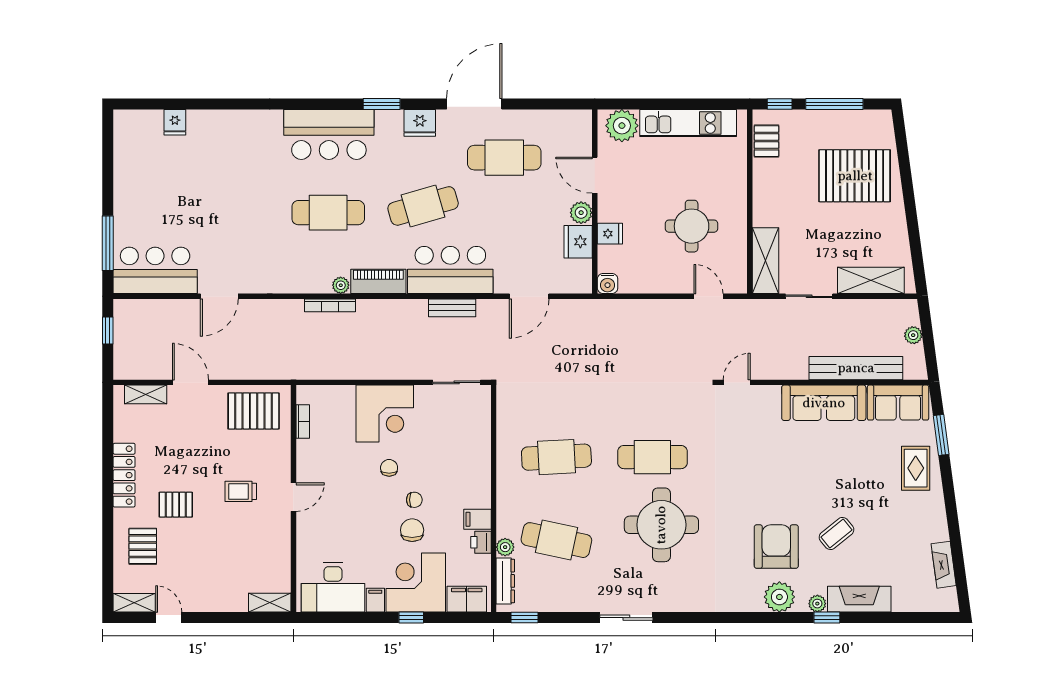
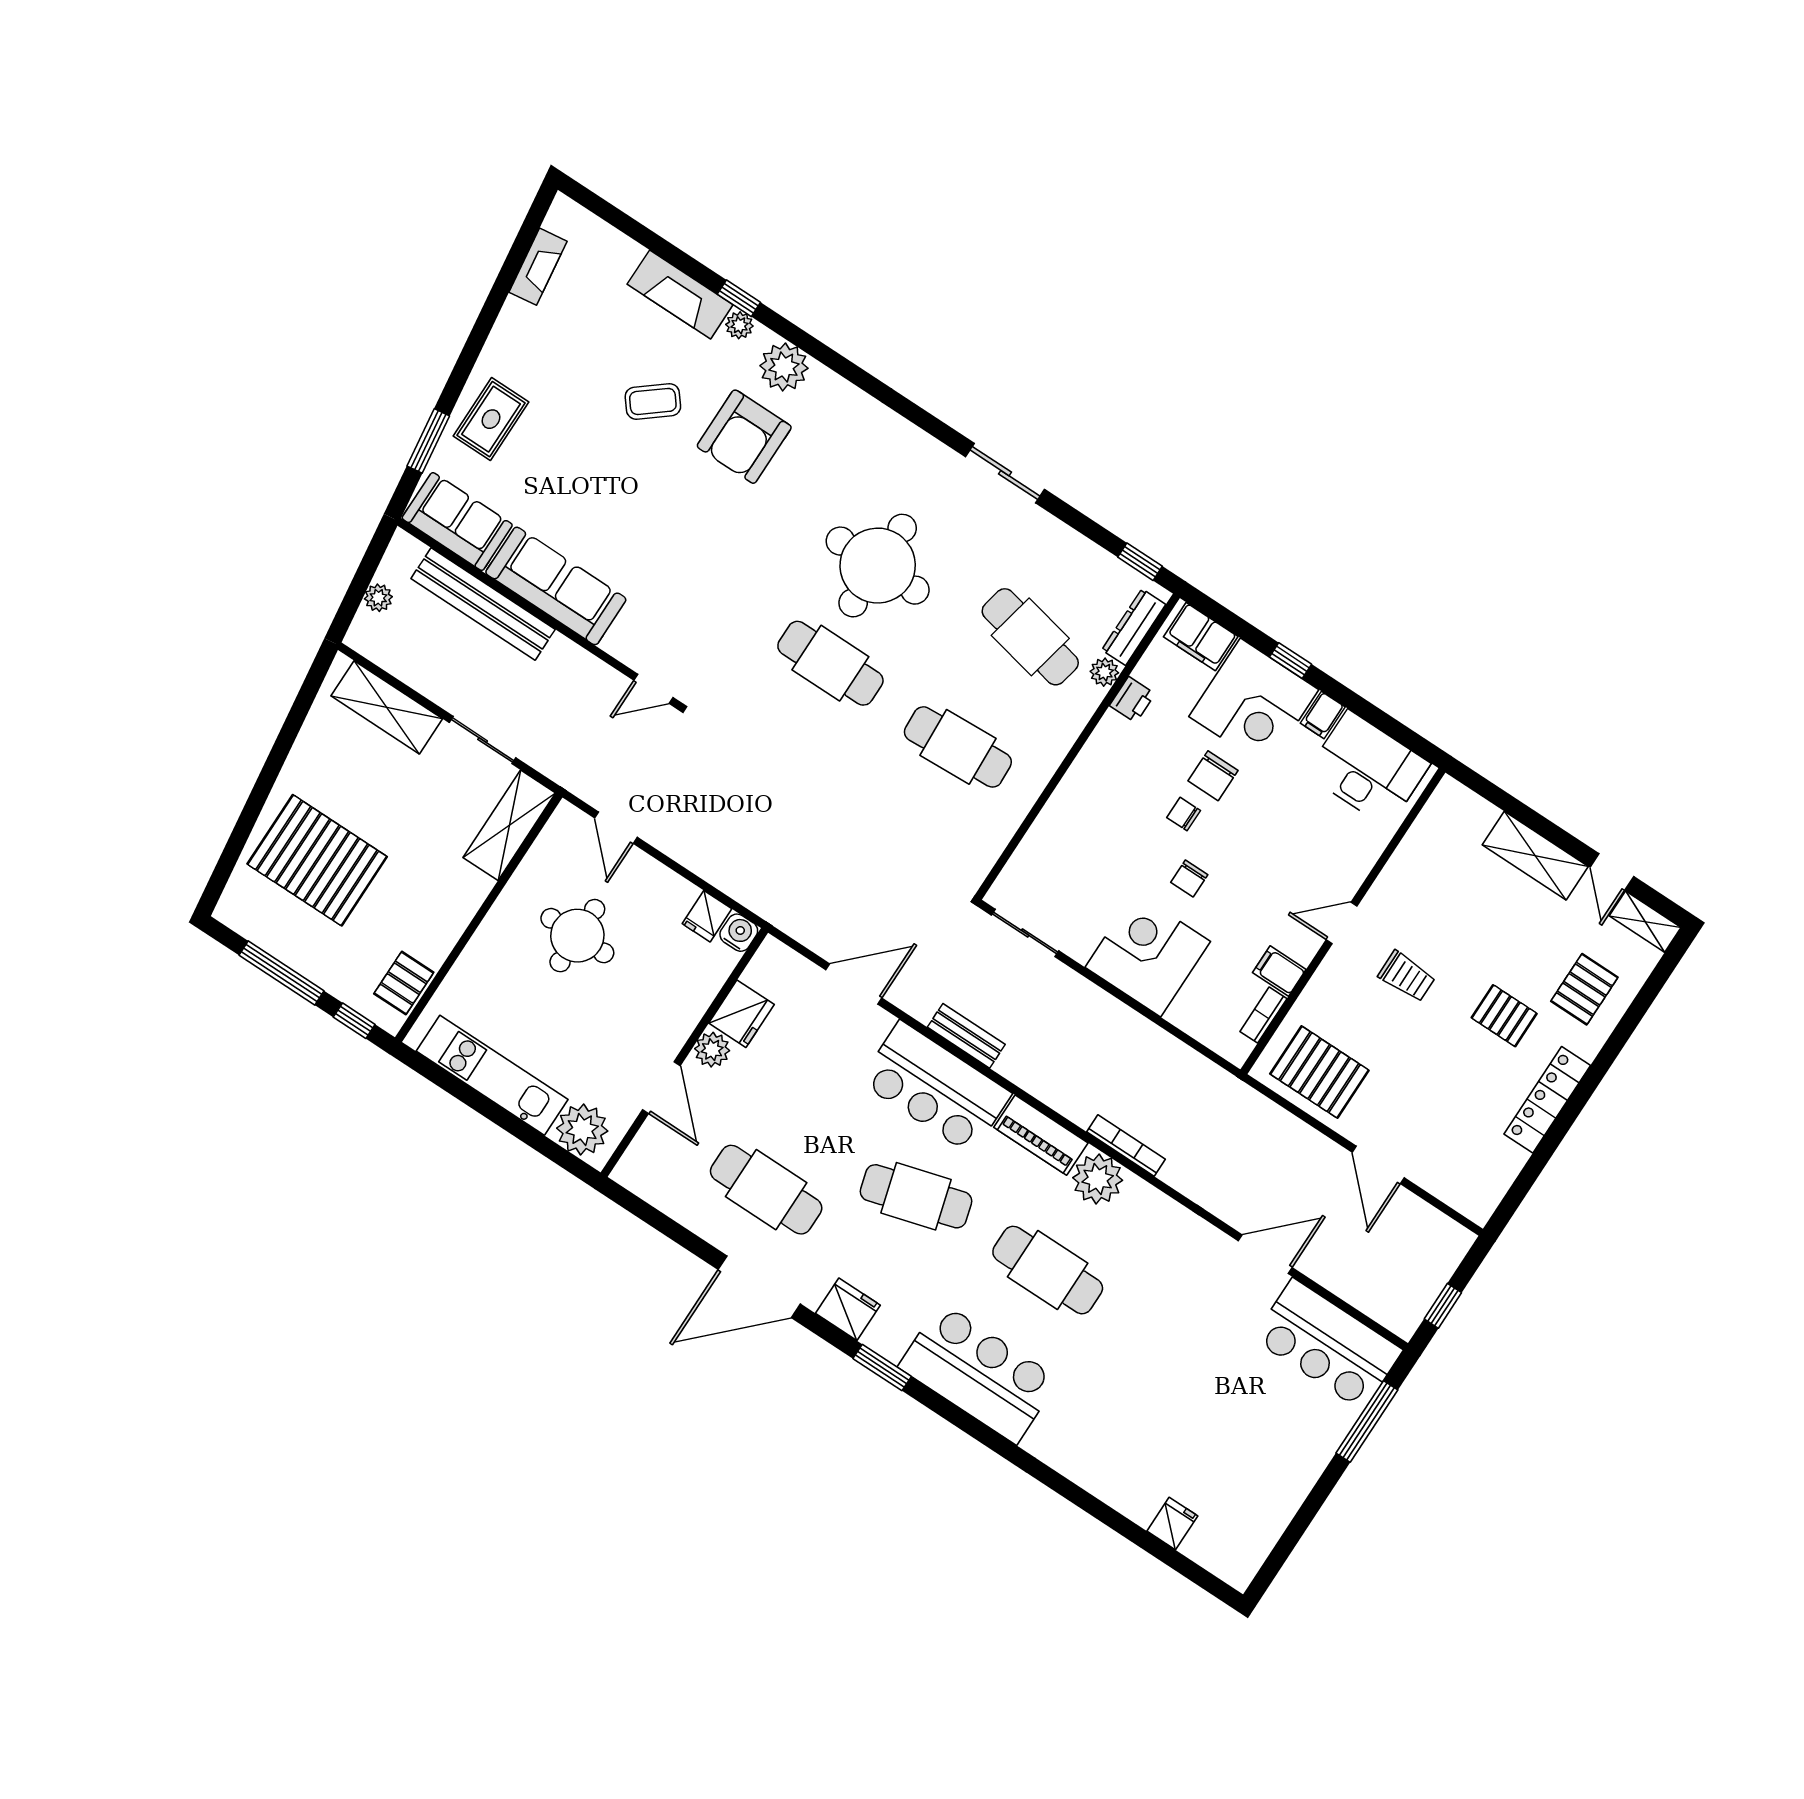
fridge: (610, 234) -> (707, 916), moved, turned -90
plant: (341, 285) -> (1098, 1179), width x1.88, depth x1.88
shelving: (146, 394) -> (1448, 1188), removed
filing cabinet: (477, 519) -> (1279, 971), moved, turned 180
shelving: (270, 603) -> (1535, 856), moved, width x1.50, depth x1.33

